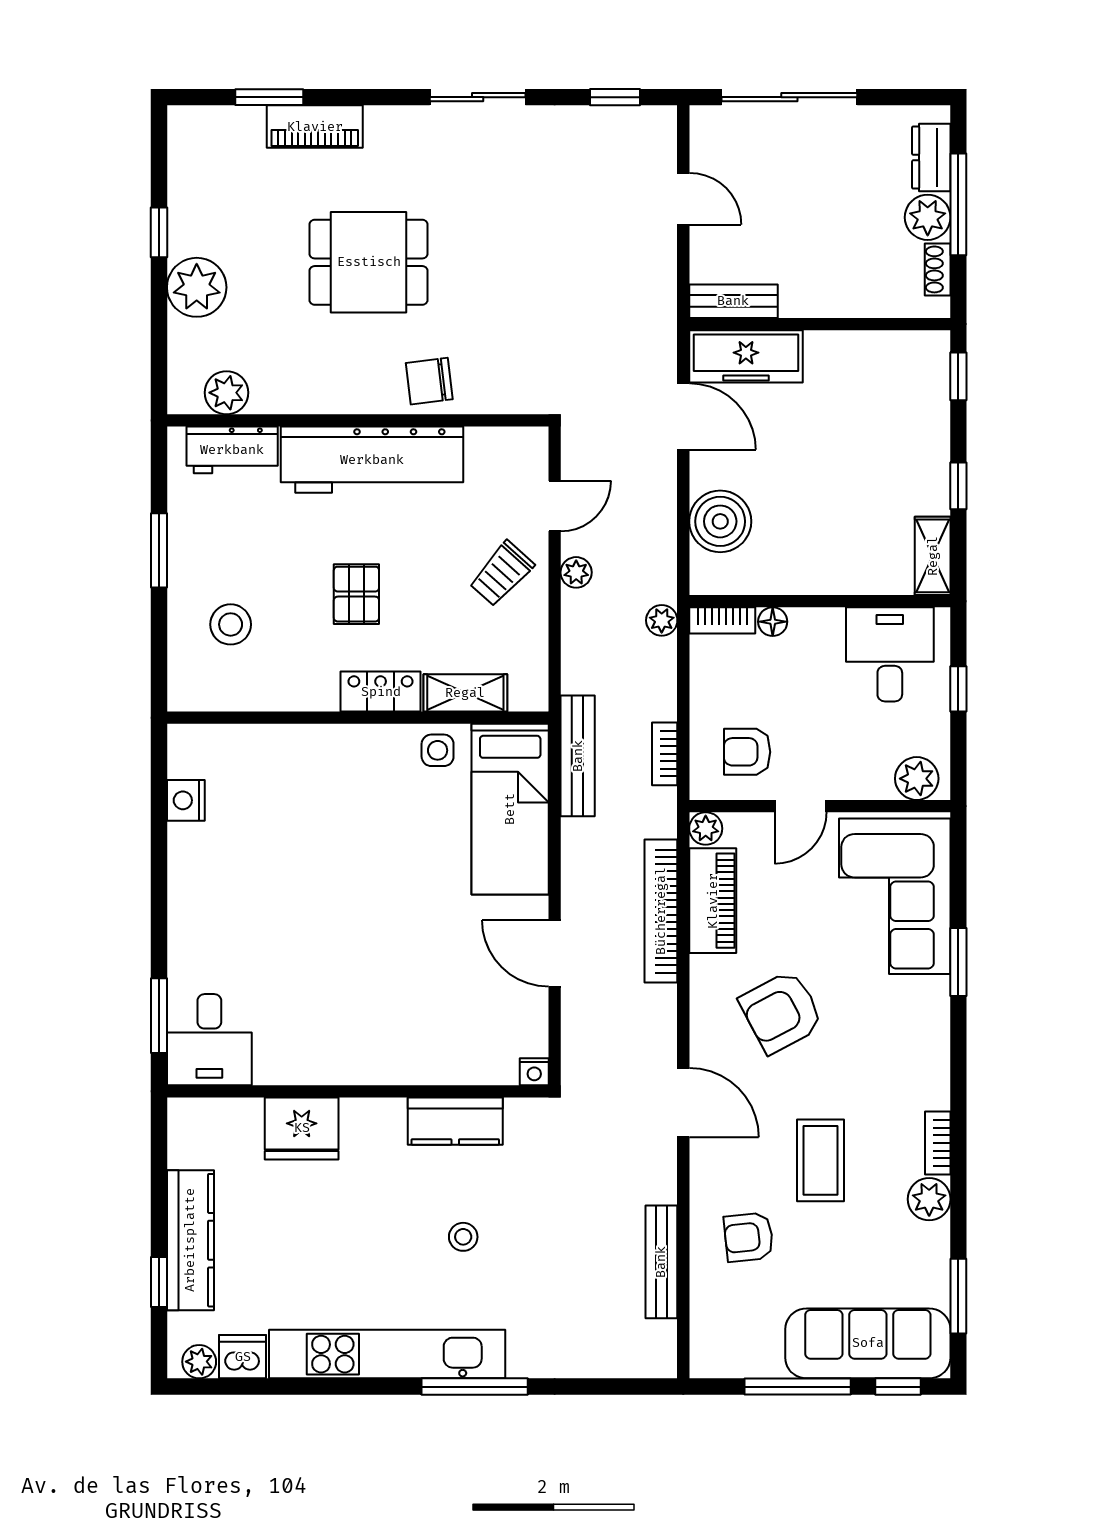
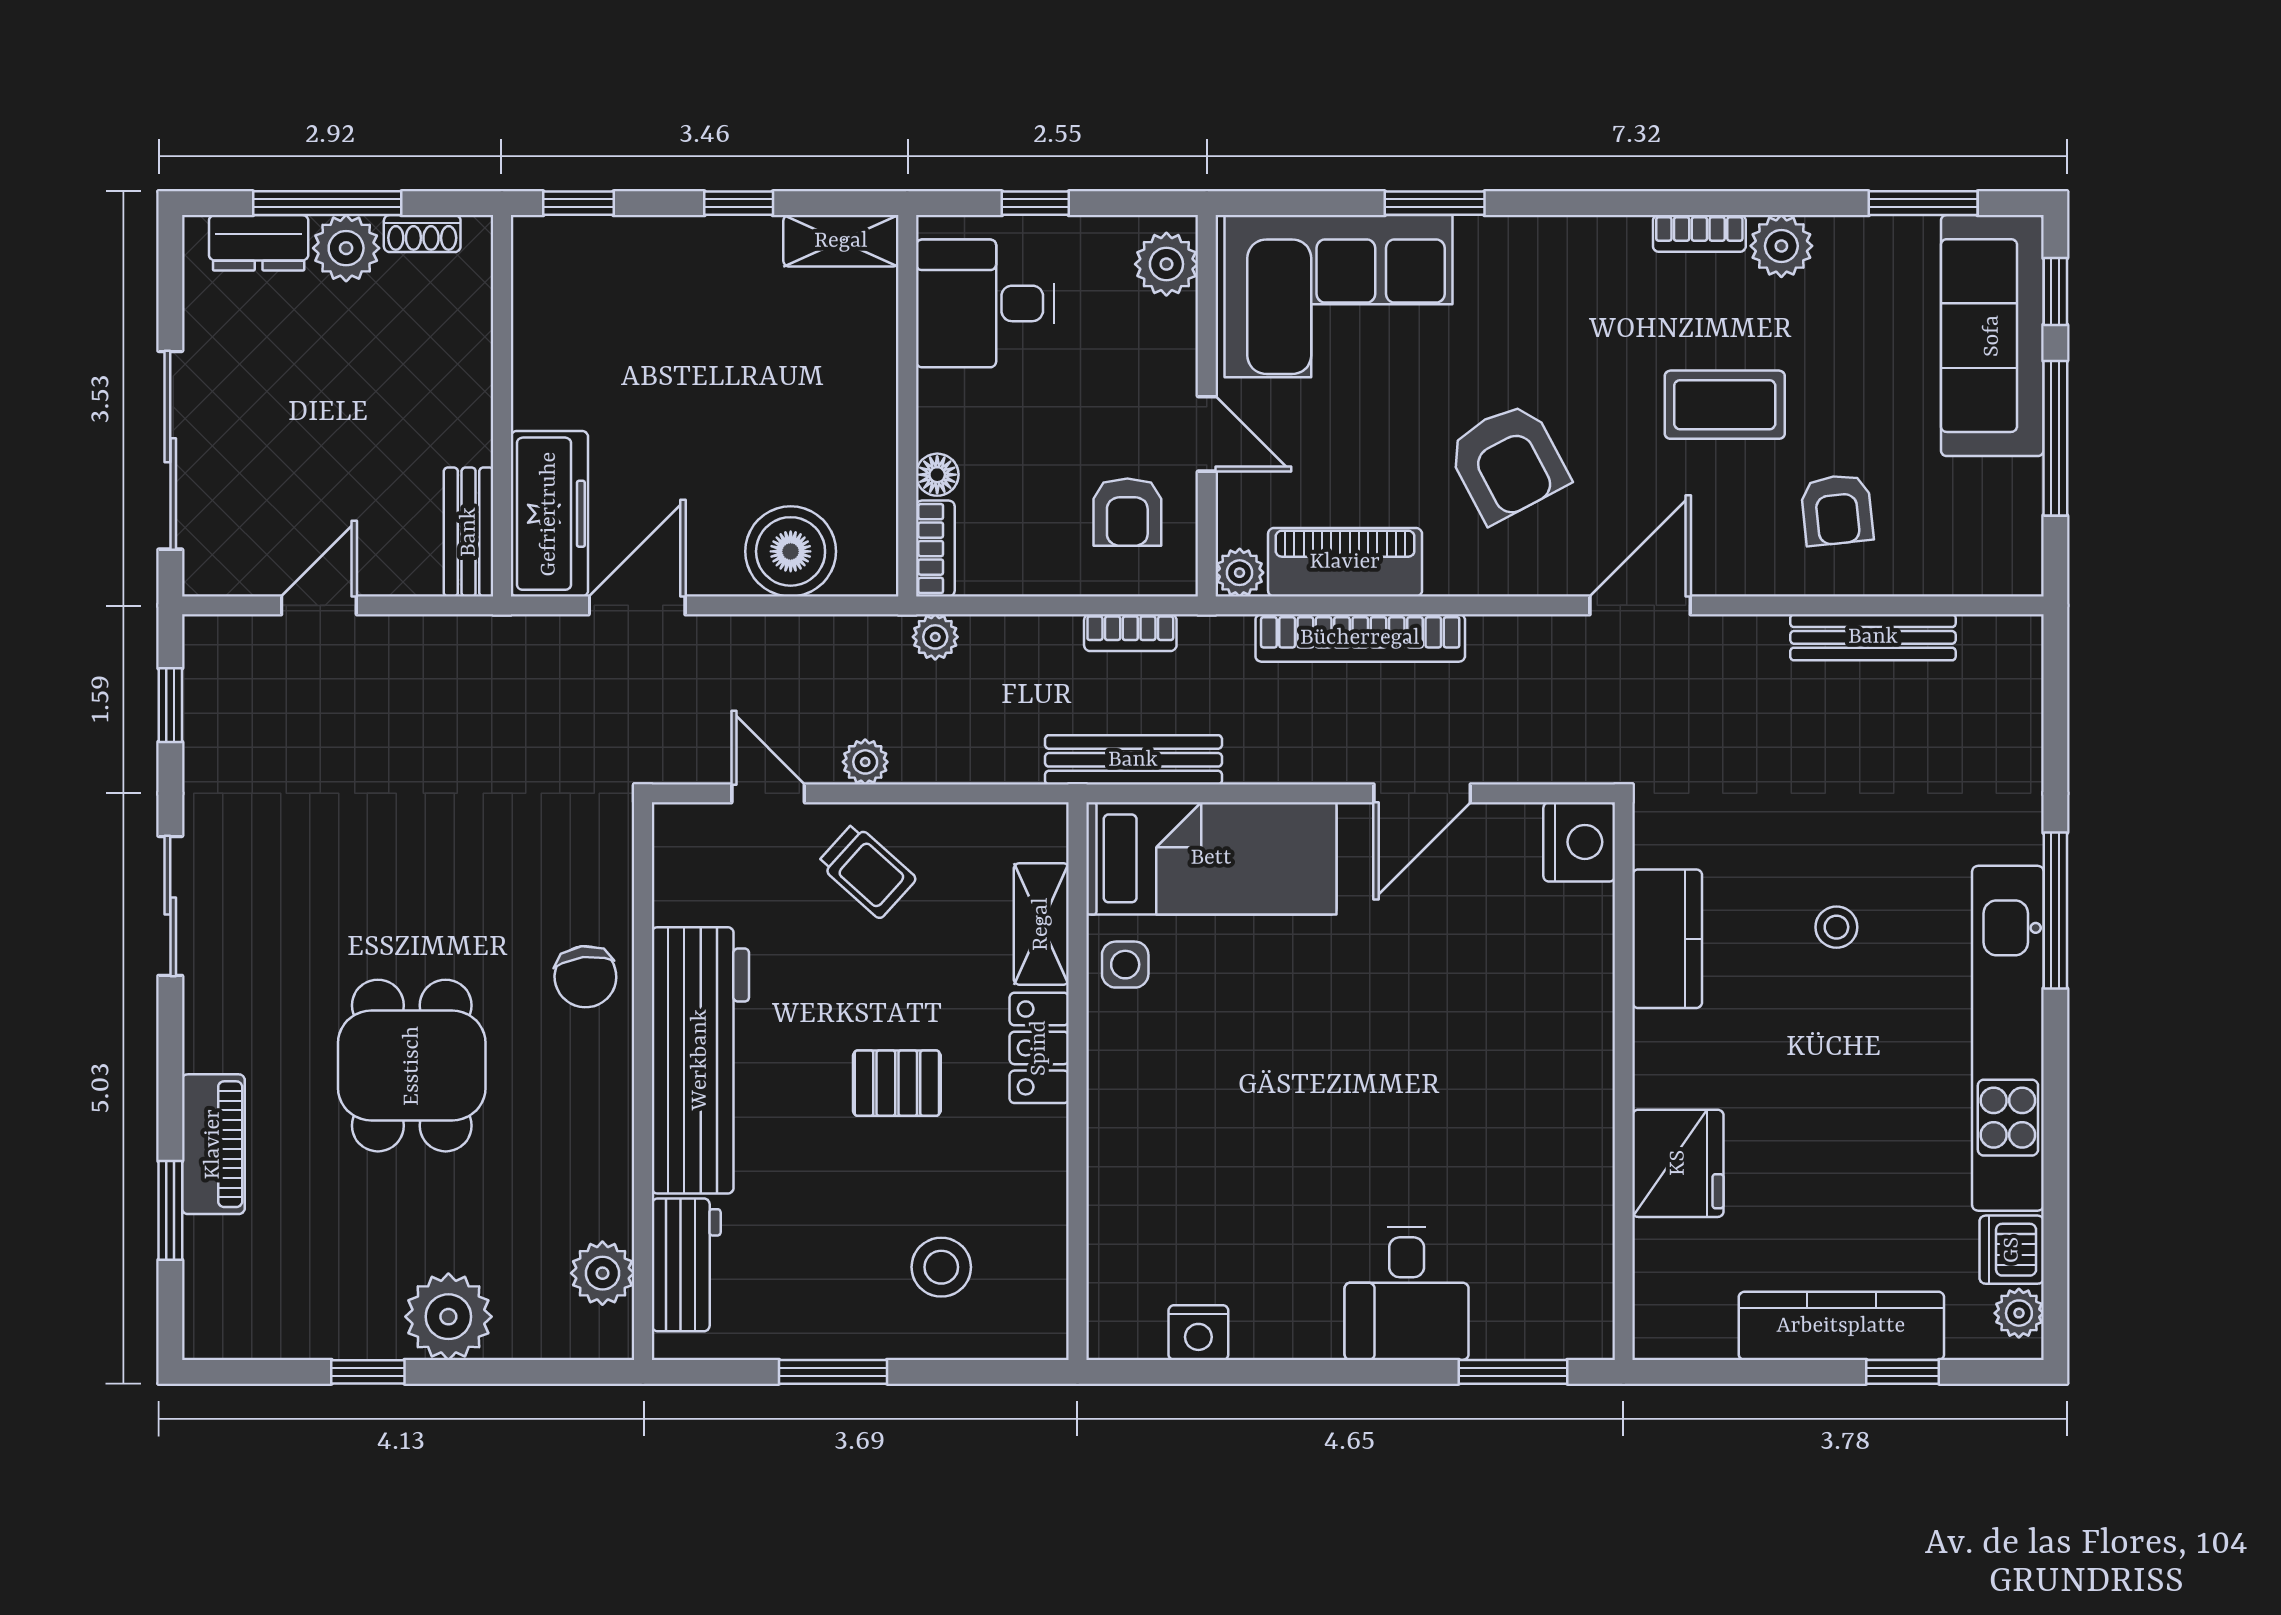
desk: (209, 1040) -> (1407, 1293), moved, turned 90
nightstand: (534, 1072) -> (1579, 842), width x1.89, depth x1.79

